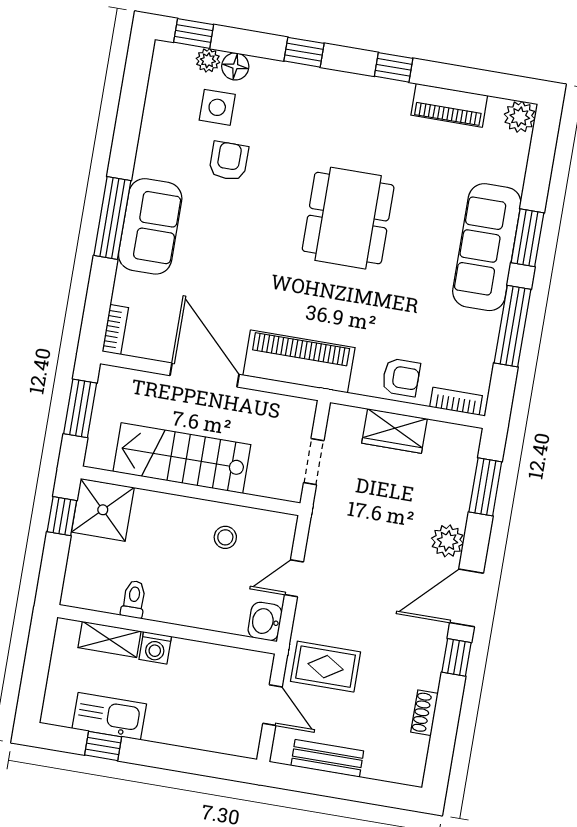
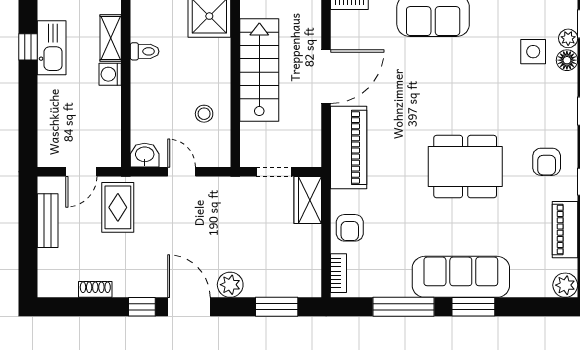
armchair: (229, 161) -> (547, 162), moved, turned 90
wardrobe: (395, 431) -> (308, 200), moved

